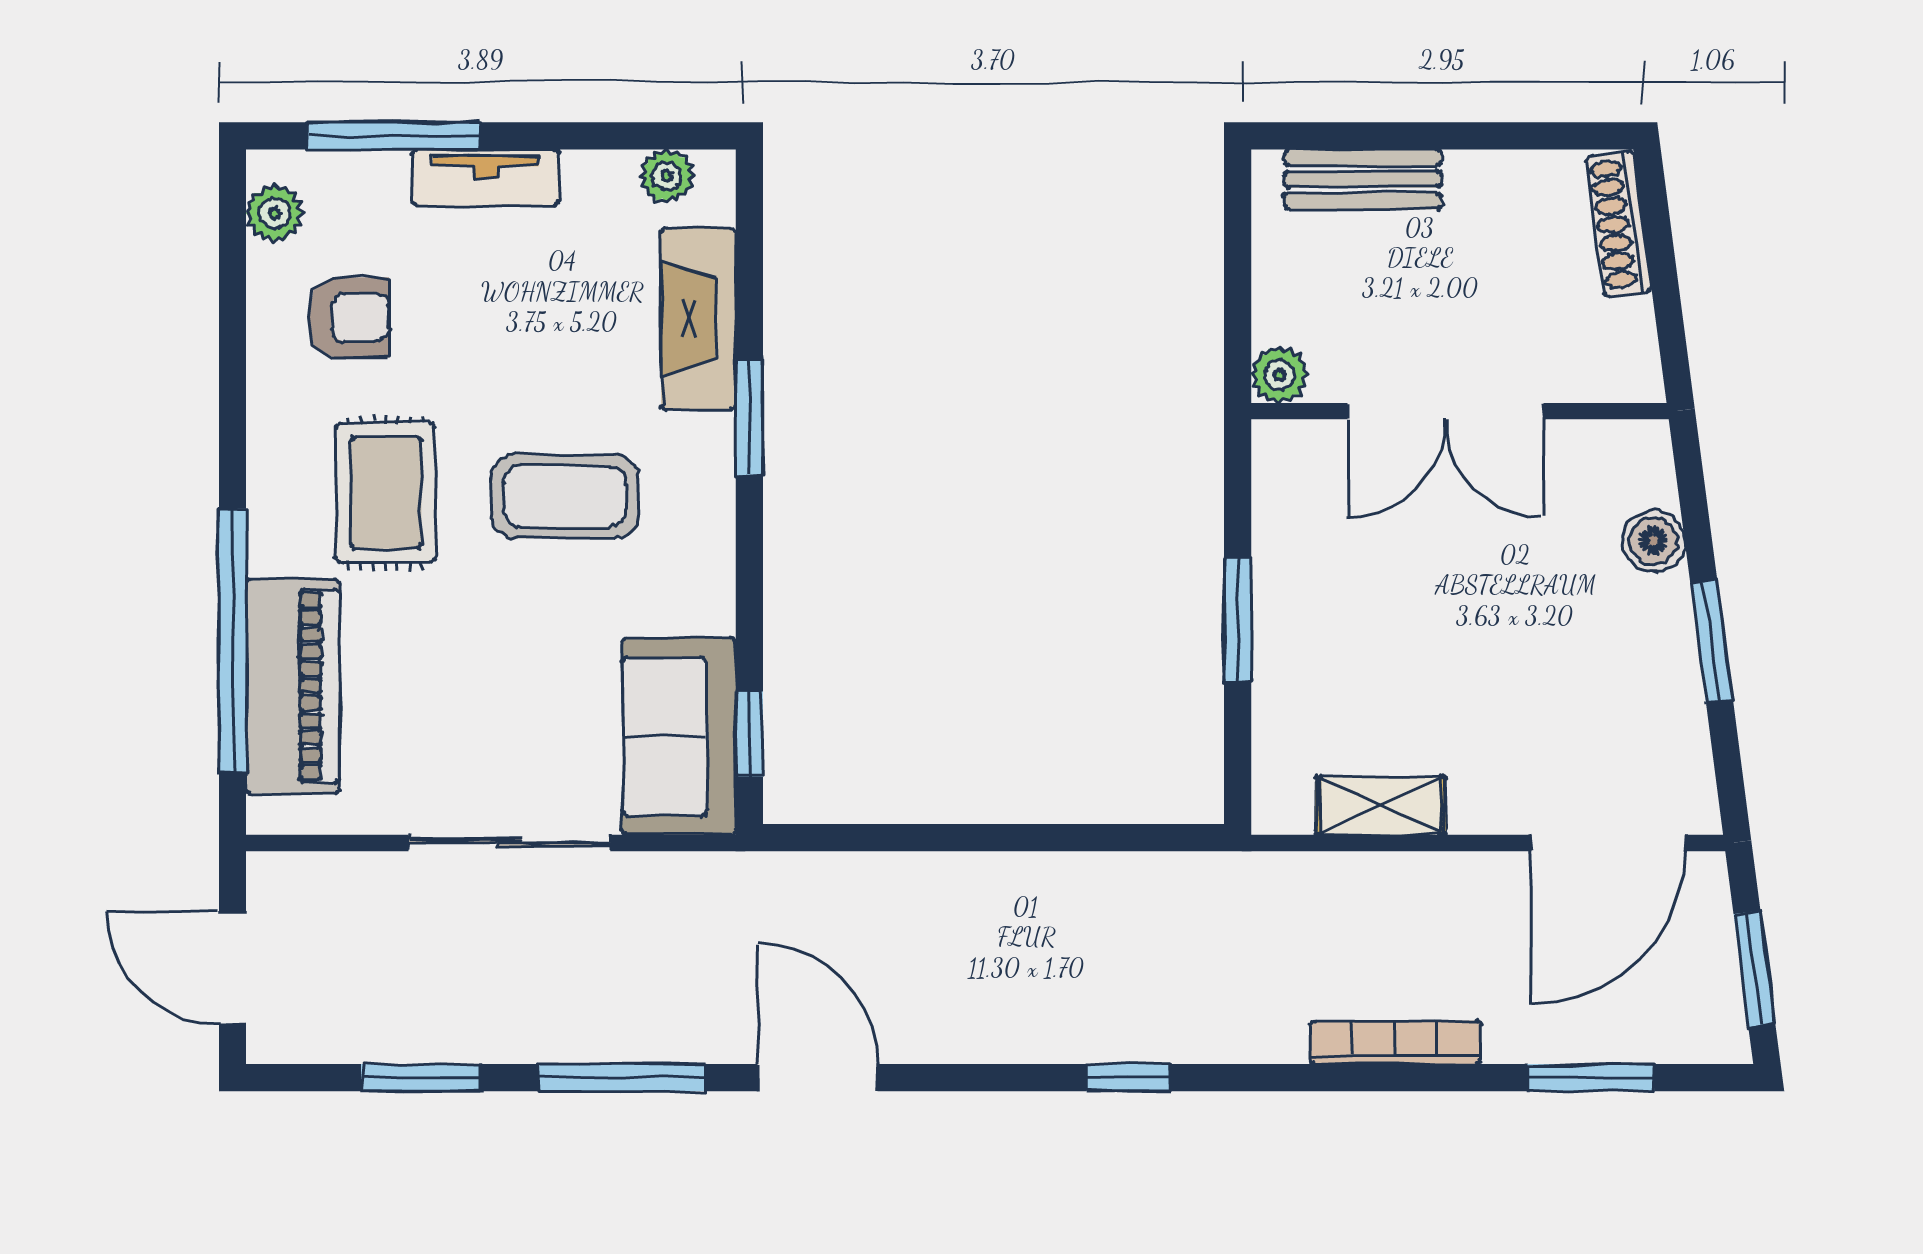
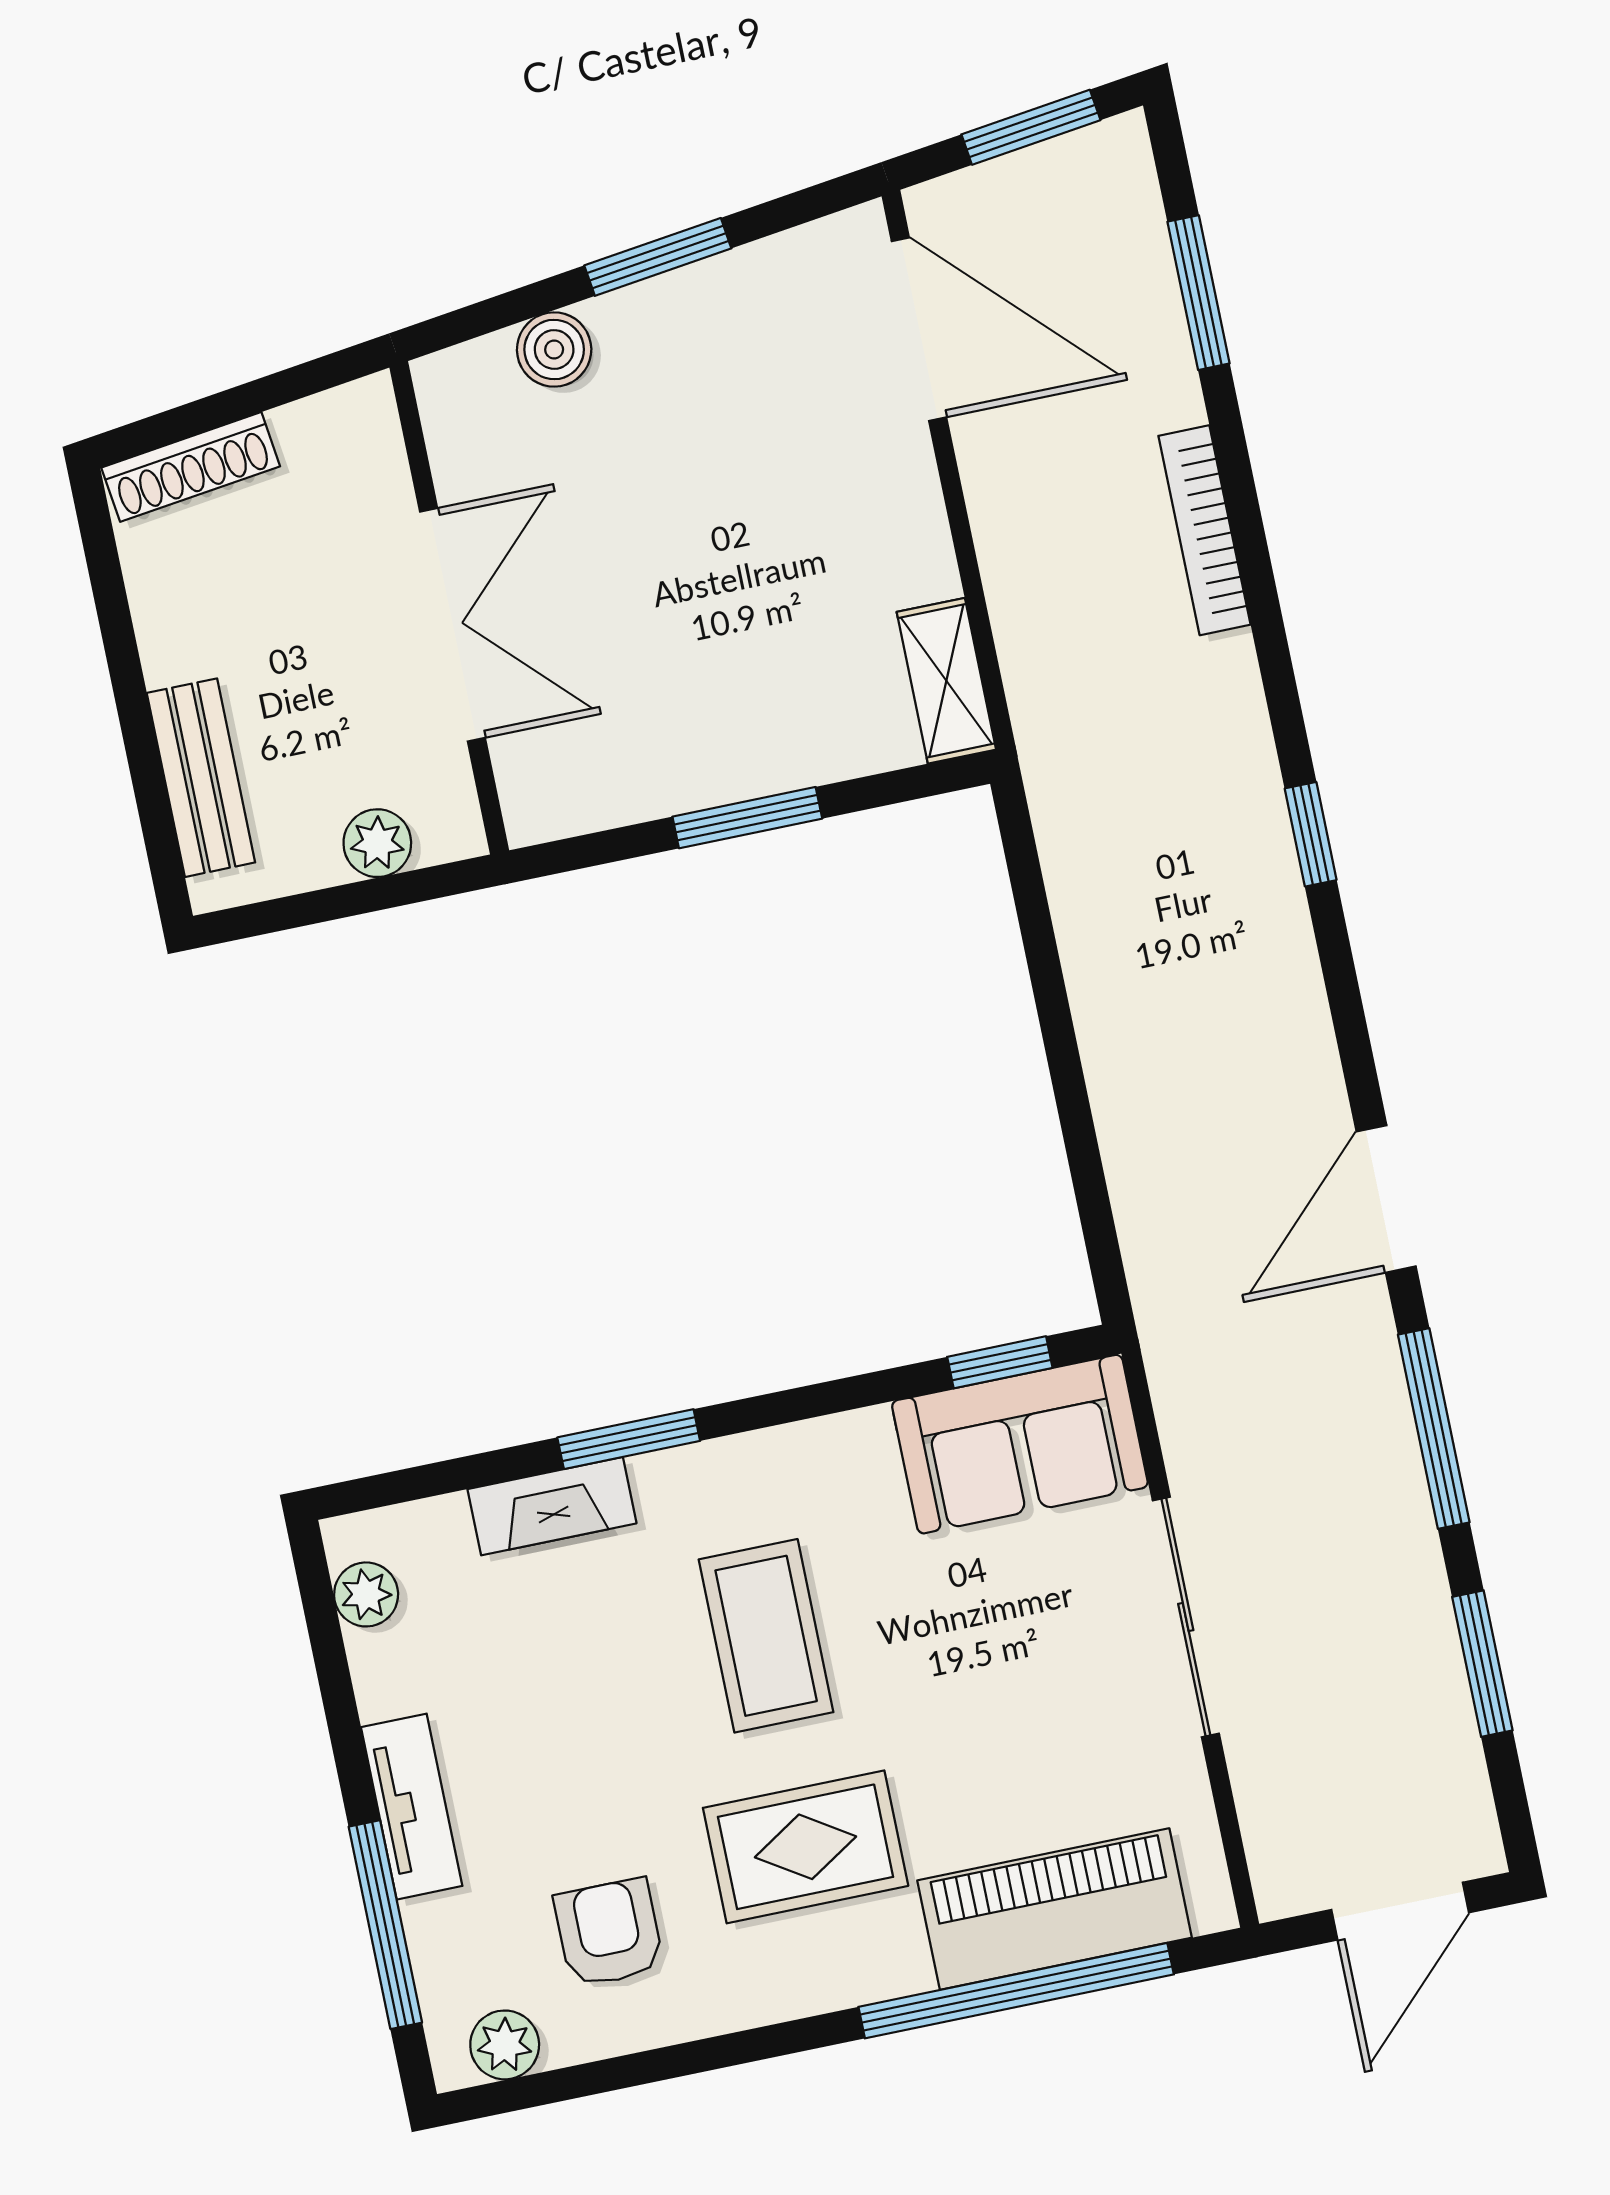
fireplace: (698, 319) -> (552, 1506), width x0.73, depth x0.76
plant: (1279, 375) -> (377, 843), moved
shelving: (1381, 806) -> (946, 681), moved

